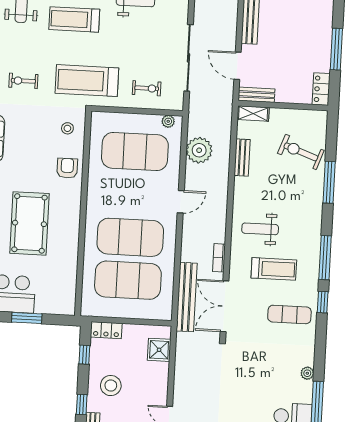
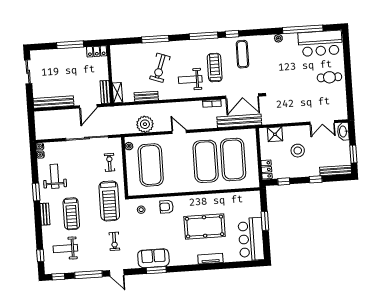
exercise bike: (301, 152) -> (160, 68), moved
weight bench: (260, 229) -> (190, 79), turned 90
stool: (111, 386) -> (298, 151), moved

